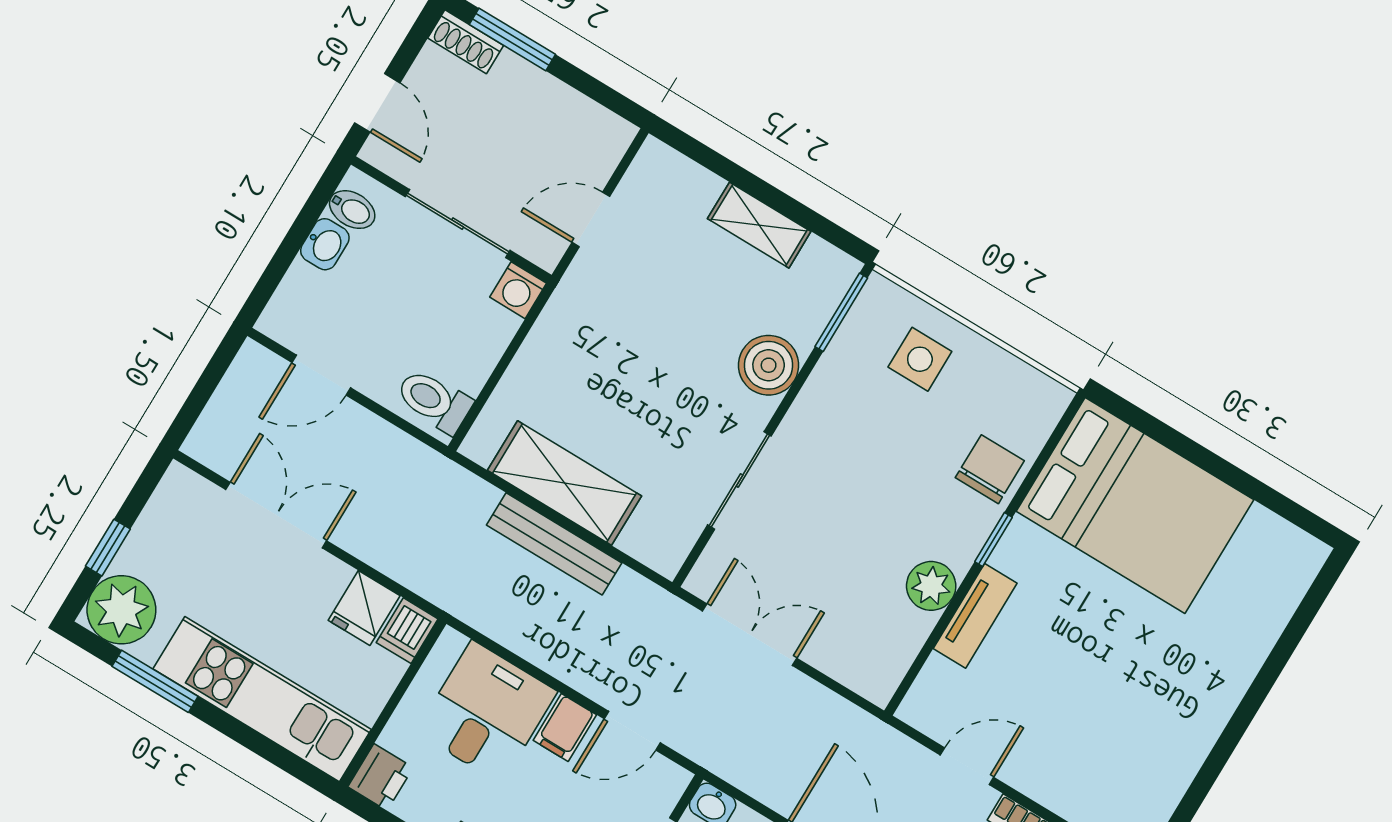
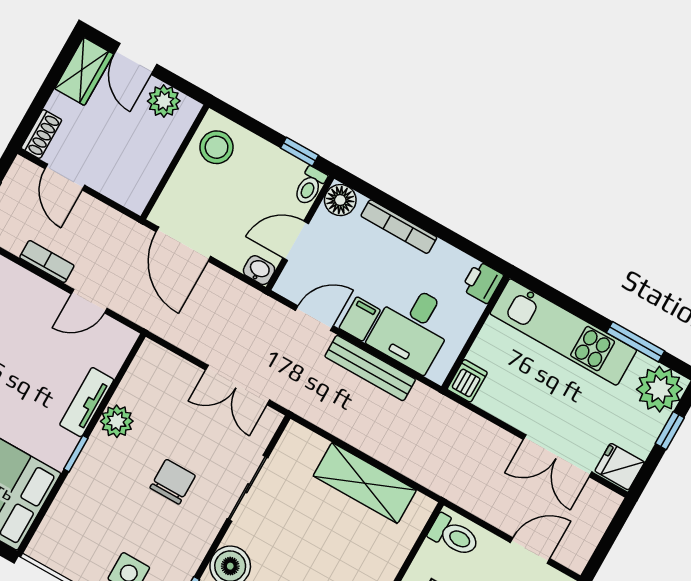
chair: (990, 469) -> (173, 482), moved, turned 180
bench: (554, 544) -> (370, 368), moved
fridge: (364, 608) -> (620, 467), moved, turned -90

